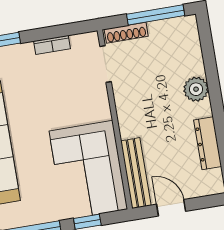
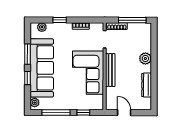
corner sofa: (88, 170) -> (88, 73), moved
bench: (136, 173) -> (110, 70), moved

